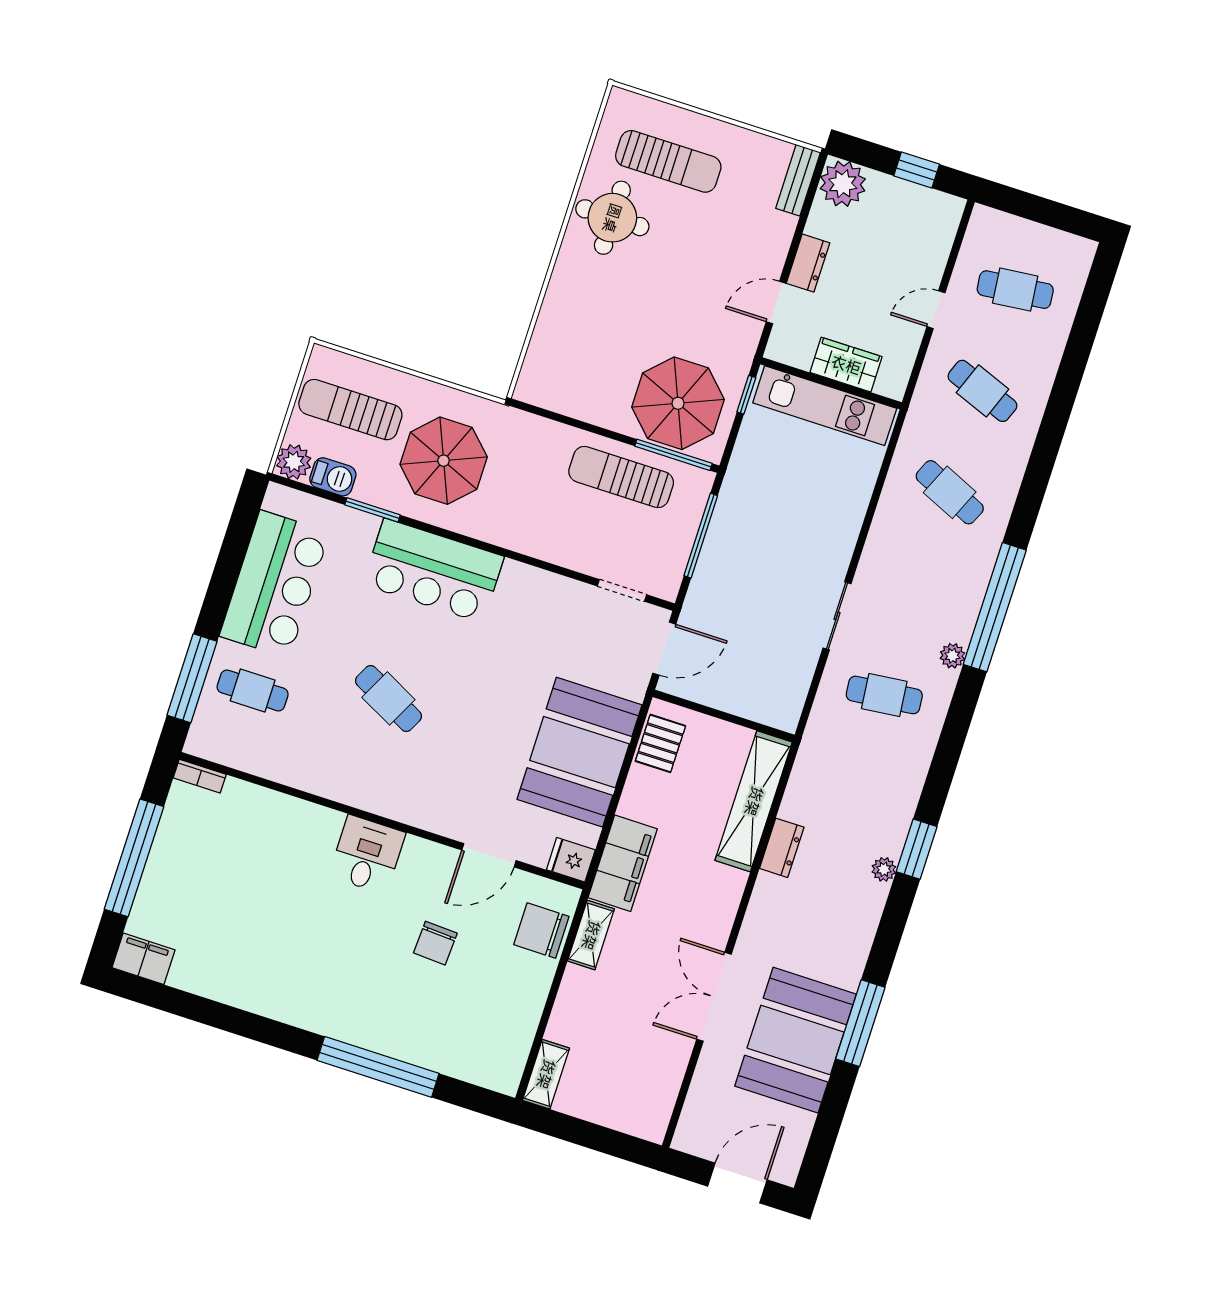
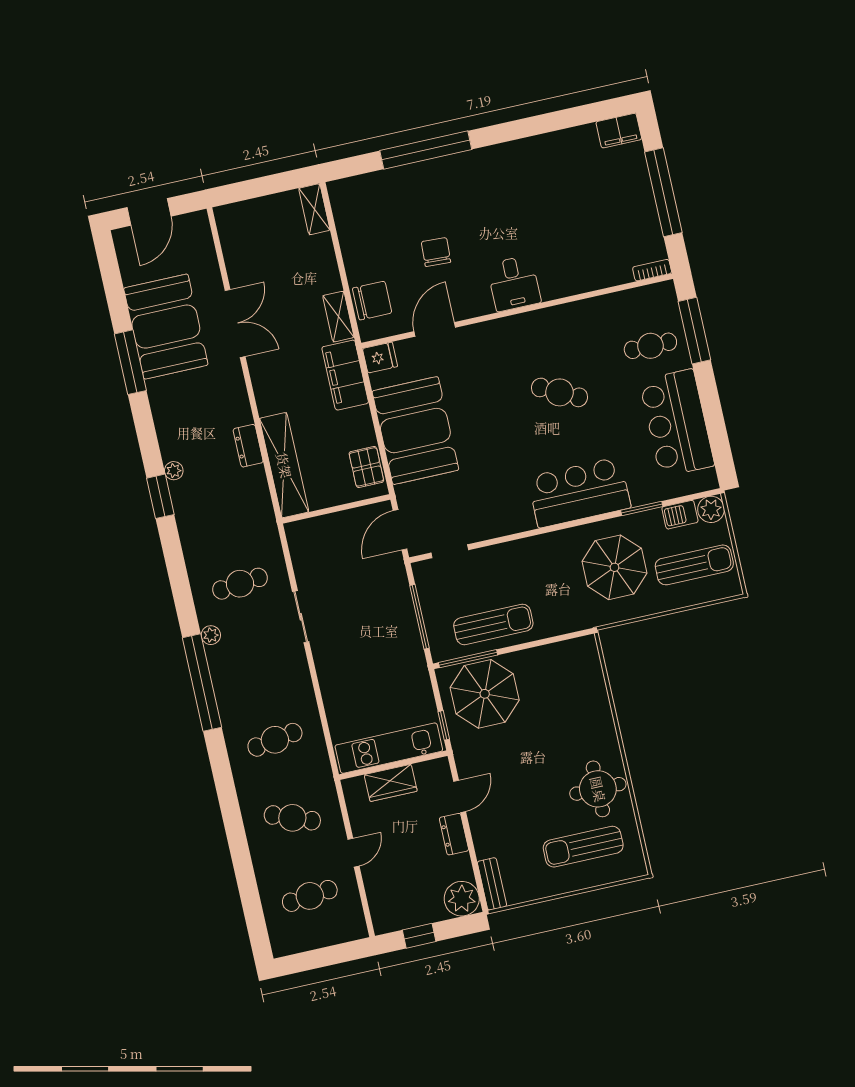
cafe table: (950, 492) -> (275, 740), turned -33

